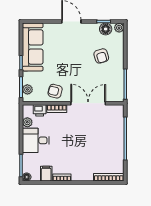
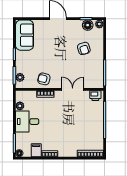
sofa: (33, 47) -> (25, 35), width x0.73
double door: (88, 103) -> (73, 89), width x0.73
printer: (40, 110) -> (95, 96), moved

